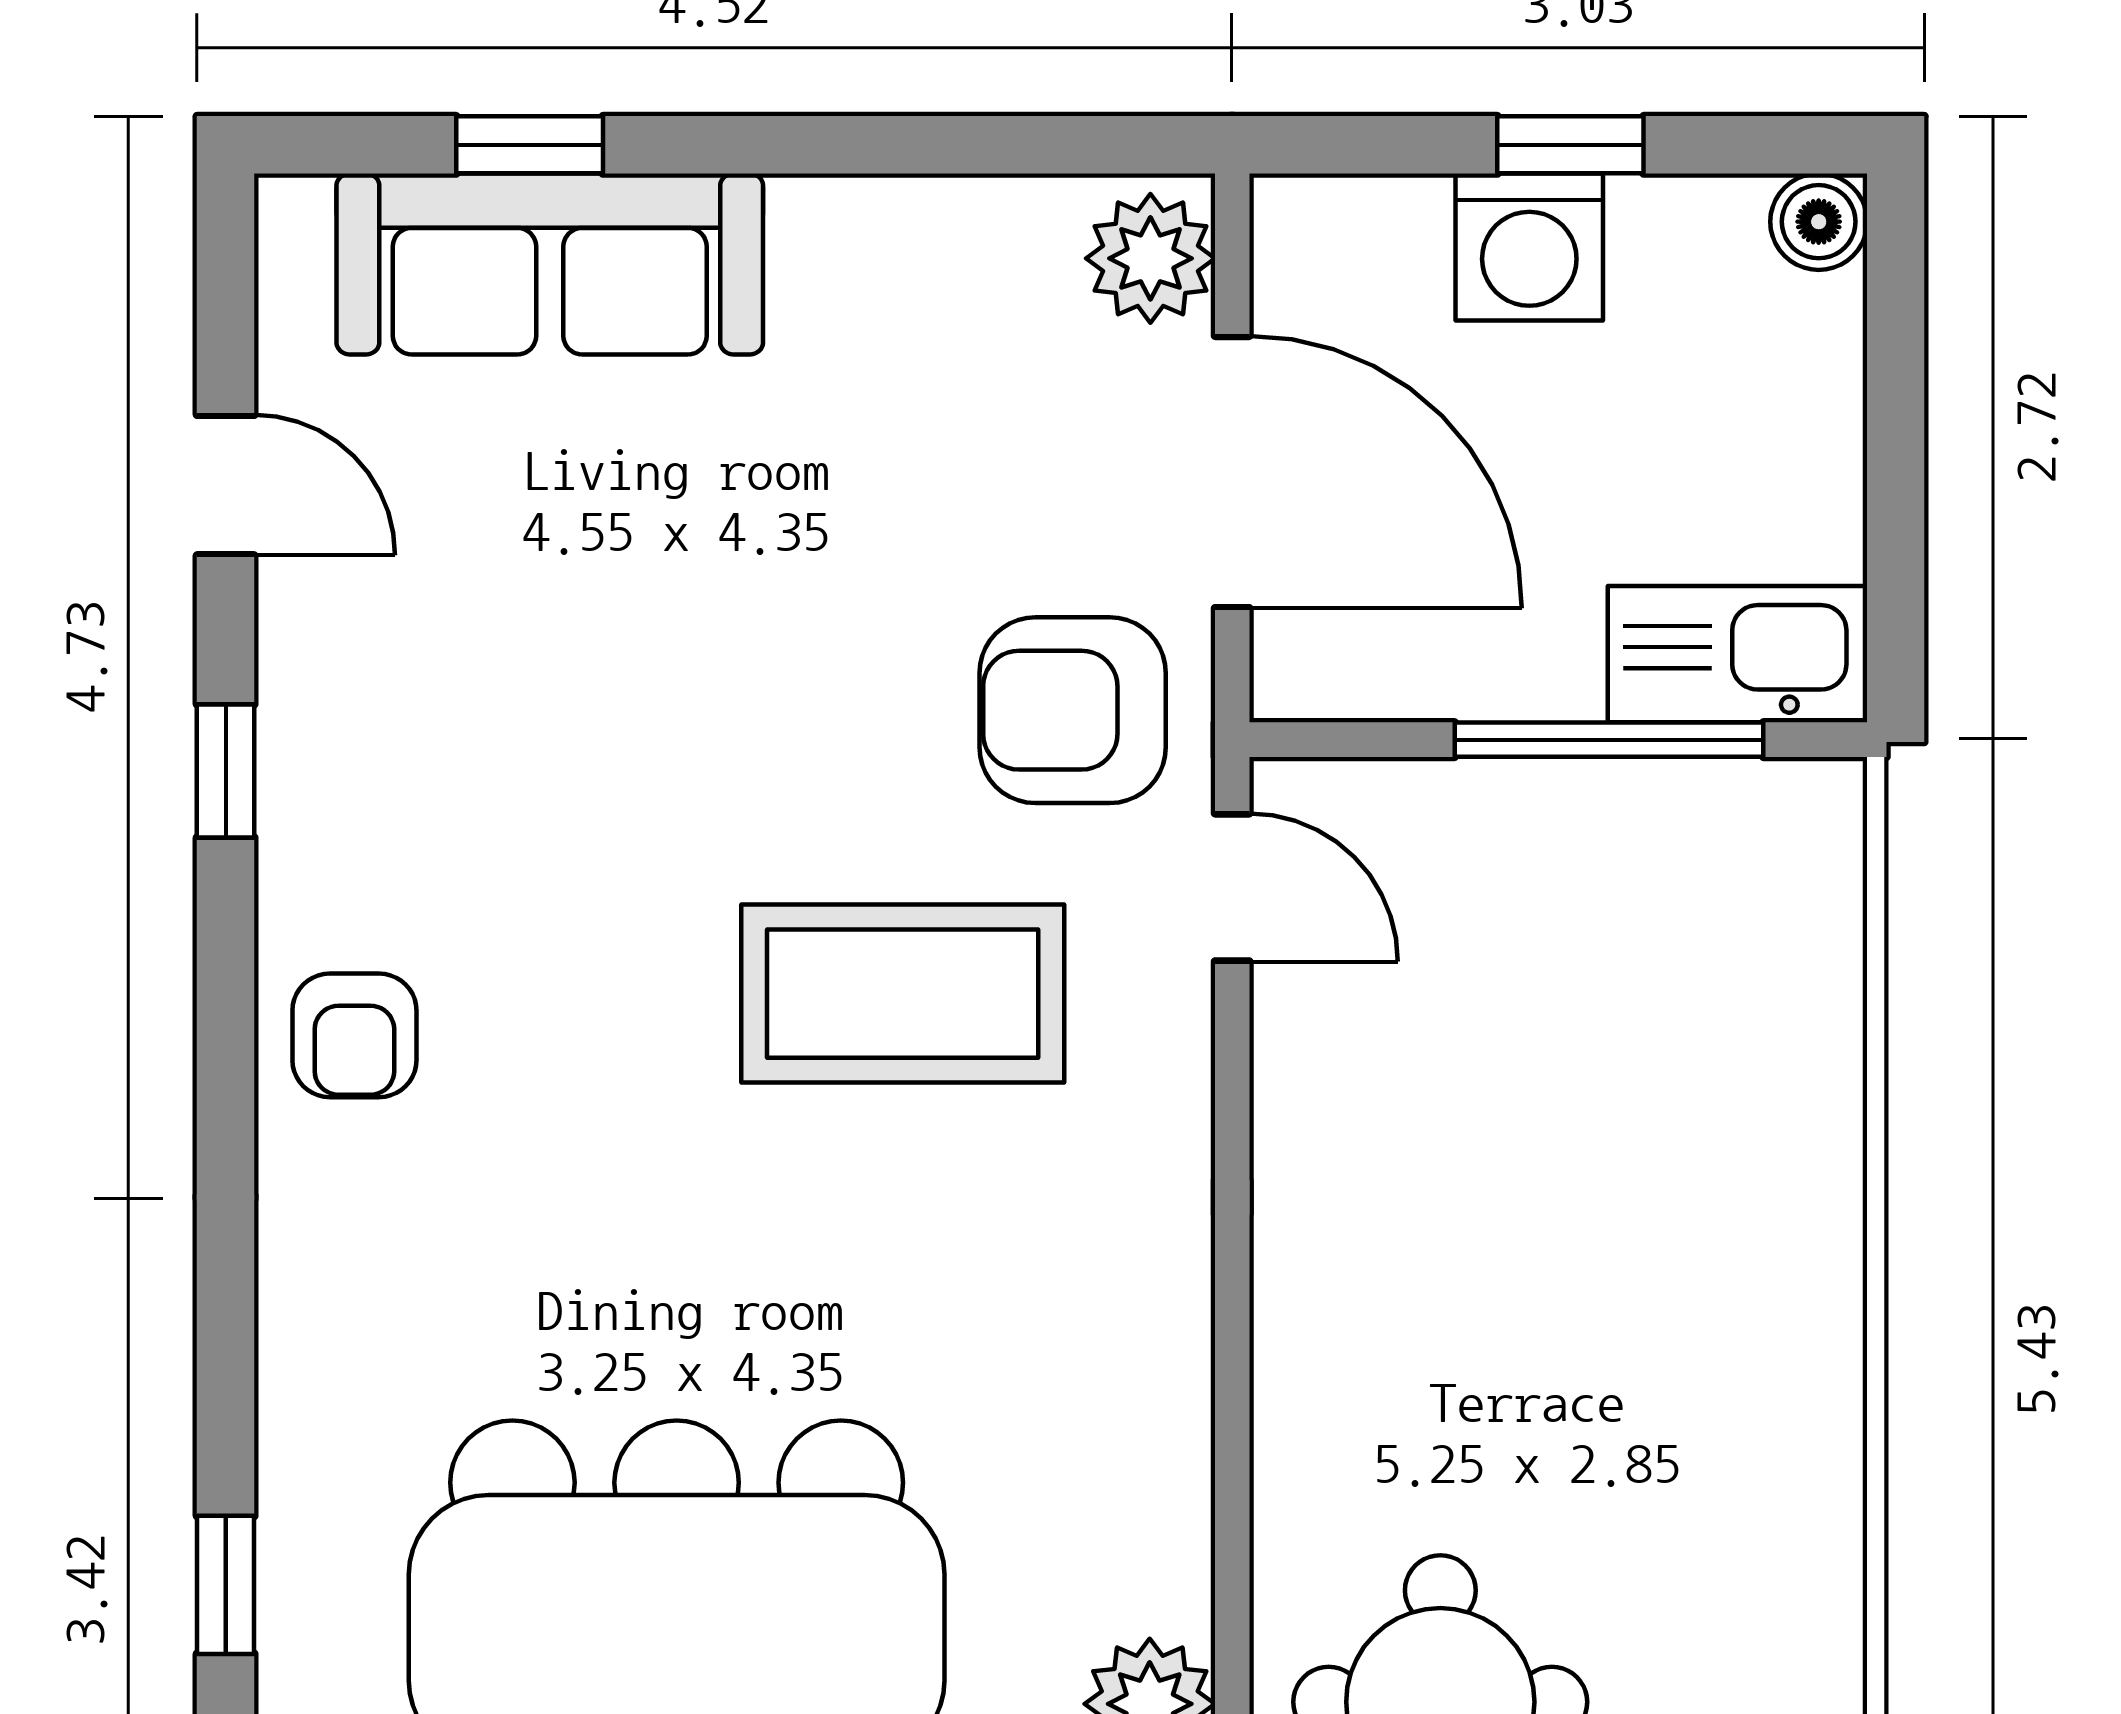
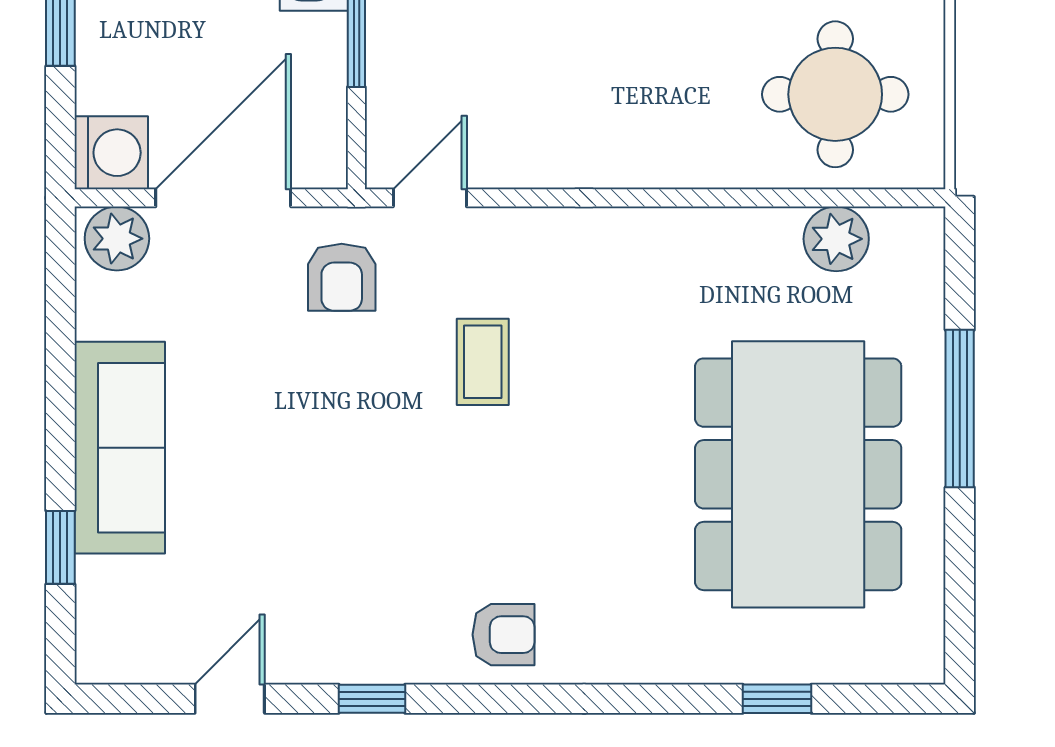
washing machine: (1529, 247) -> (111, 153), moved
sofa: (550, 264) -> (120, 448), moved
armchair: (1073, 710) -> (342, 277), width x0.72, depth x0.72
coffee table: (903, 994) -> (483, 362), width x0.54, depth x0.58

